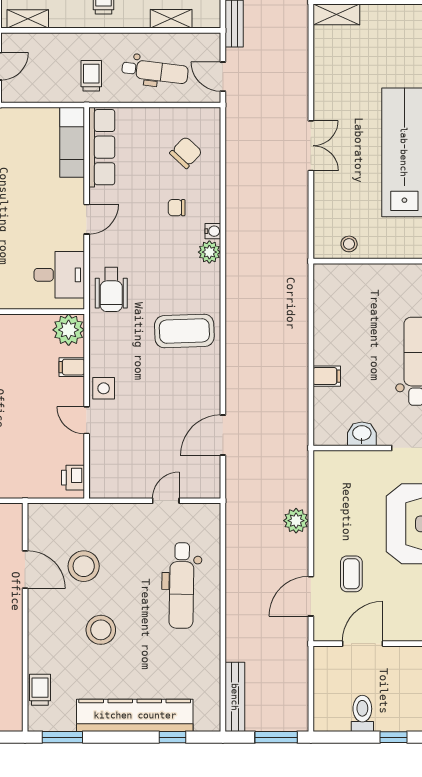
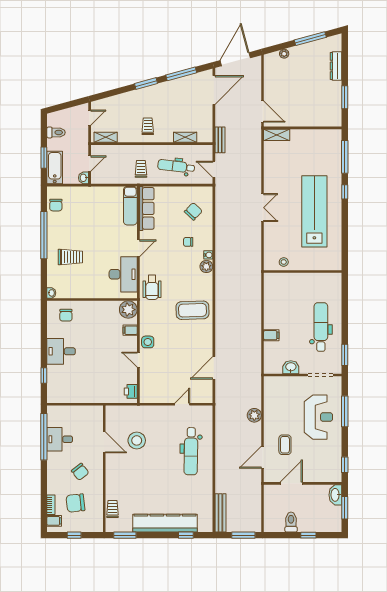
dental chair: (155, 71) -> (176, 166), turned 180
desk: (59, 275) -> (123, 274), width x1.37
stool: (101, 630) -> (146, 476), removed

